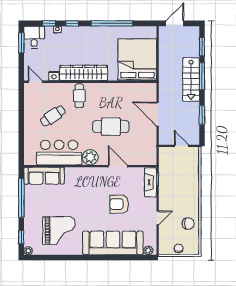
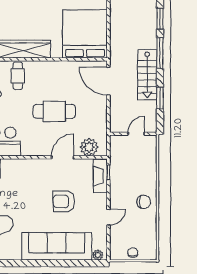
stairs: (191, 80) -> (147, 75), moved
door: (158, 114) -> (108, 81), moved
door: (182, 146) -> (136, 134), hinge flipped
plant: (90, 157) -> (89, 147), moved
door: (118, 166) -> (63, 157), hinge flipped
chair: (188, 223) -> (144, 202), moved

